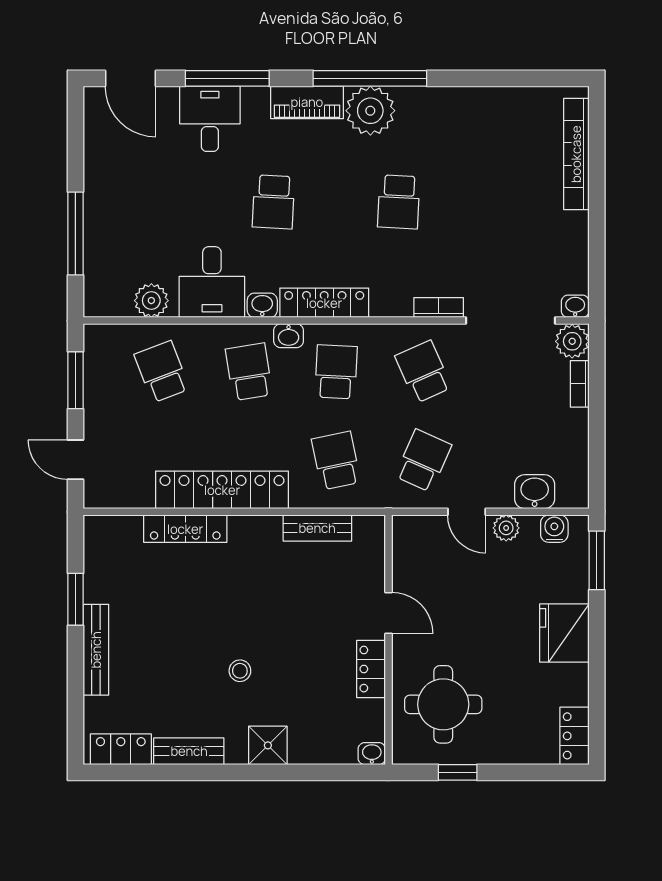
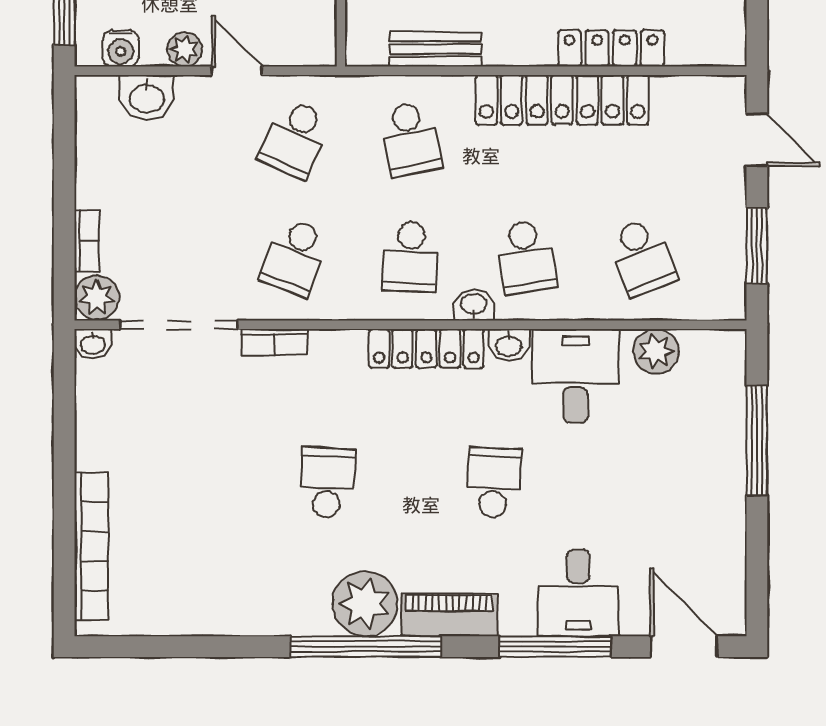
school desk: (423, 372) -> (295, 257), turned 45

